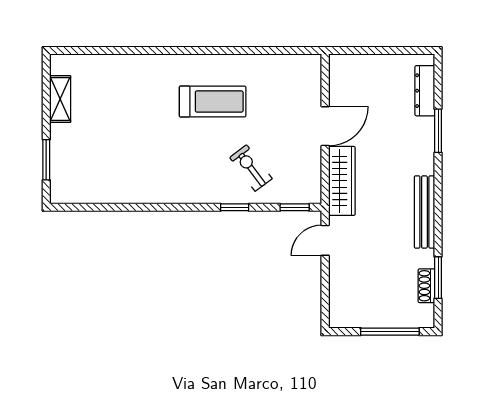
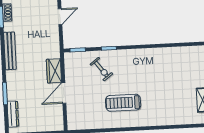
wardrobe: (342, 181) -> (54, 71), width x0.67
door: (325, 240) -> (60, 17), moved

